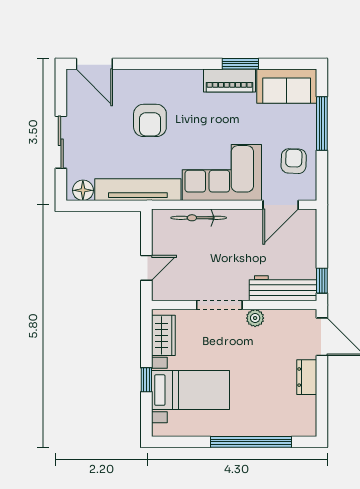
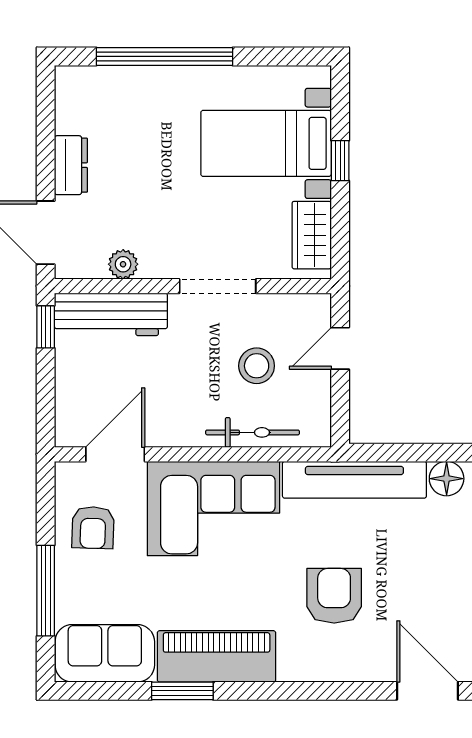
piano: (230, 81) -> (217, 656), width x1.37, depth x1.33
stool: (196, 258) -> (257, 366), added
plant: (255, 318) -> (123, 264), moved

